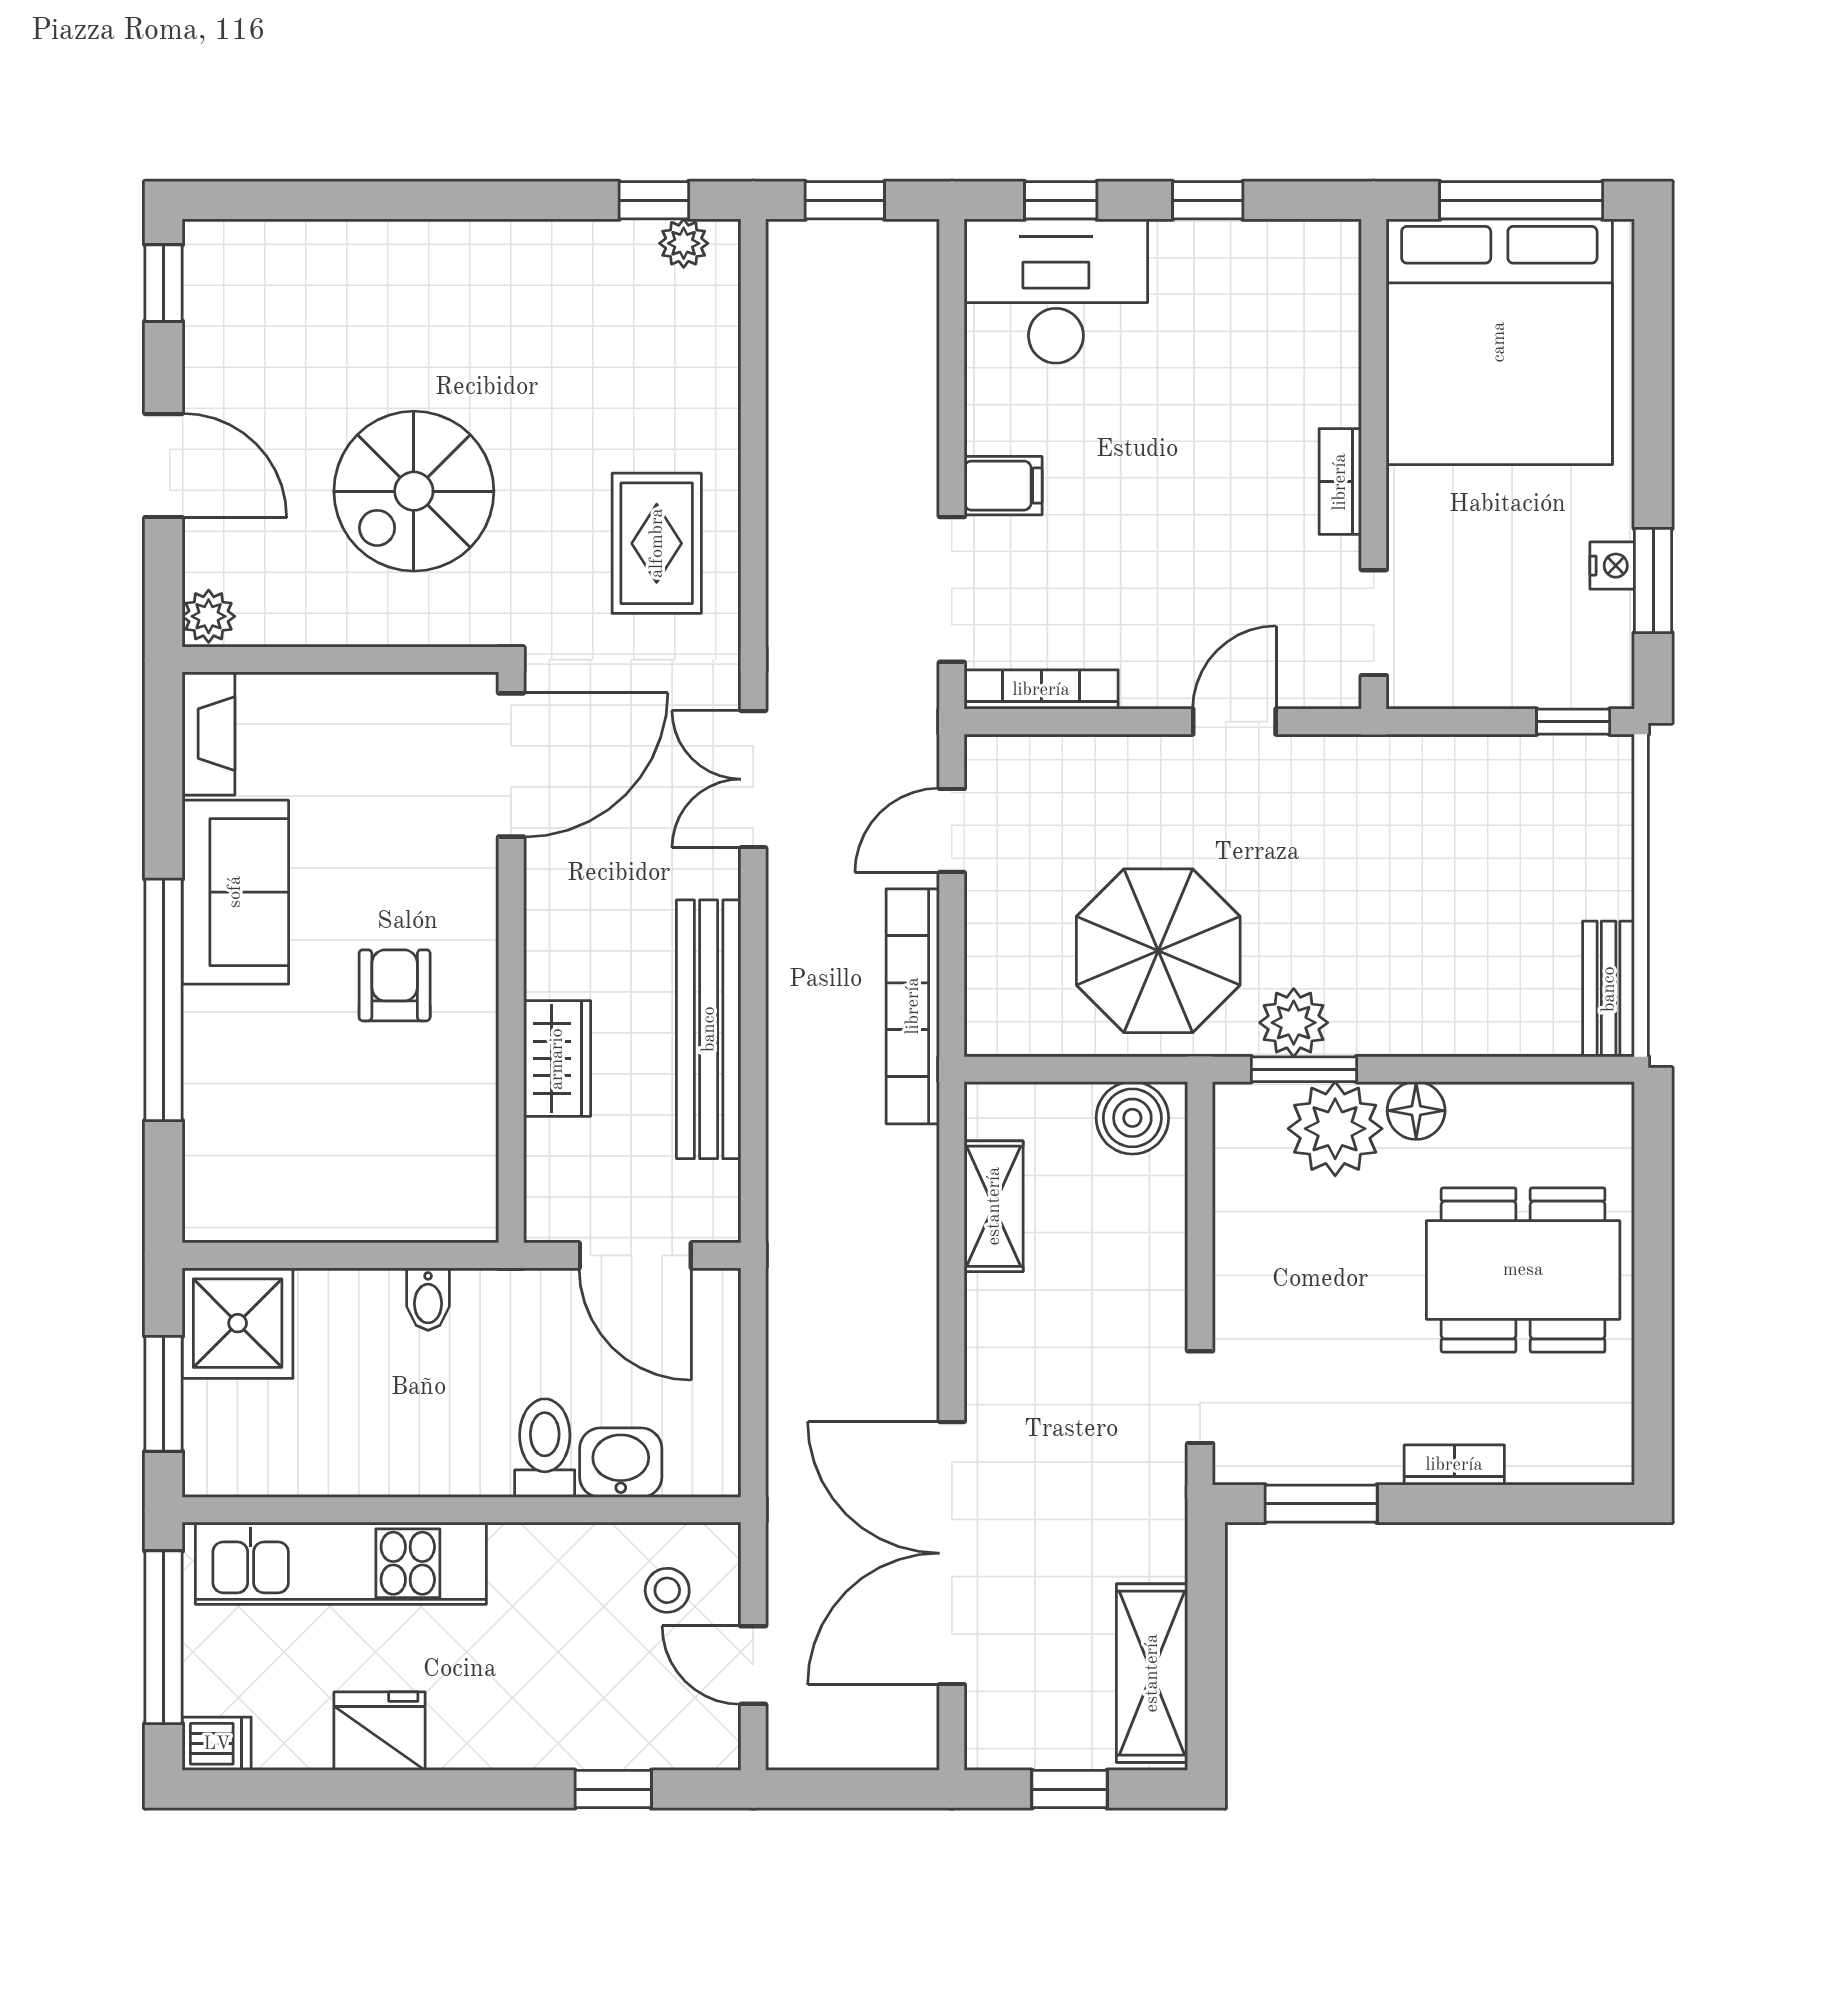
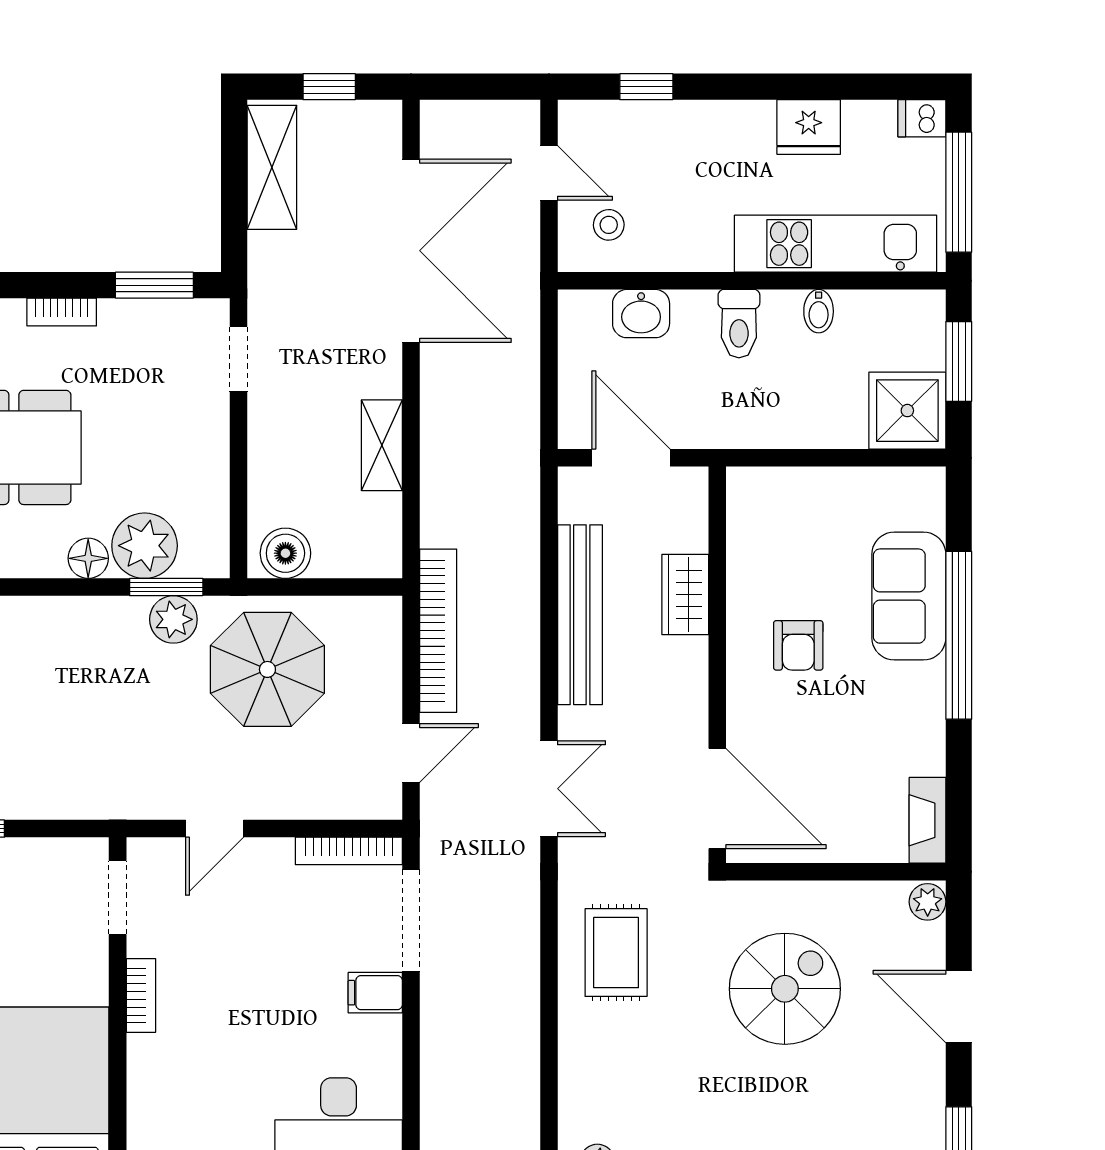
door: (511, 765) -> (717, 799), swing flipped
sofa: (235, 892) -> (909, 596), moved
shelving: (994, 1206) -> (382, 445), moved
bidet: (428, 1299) -> (819, 311), moved, turned 180
toilet: (545, 1448) -> (739, 324), moved

